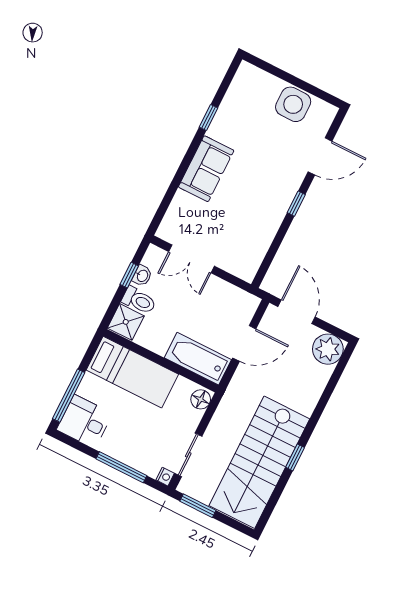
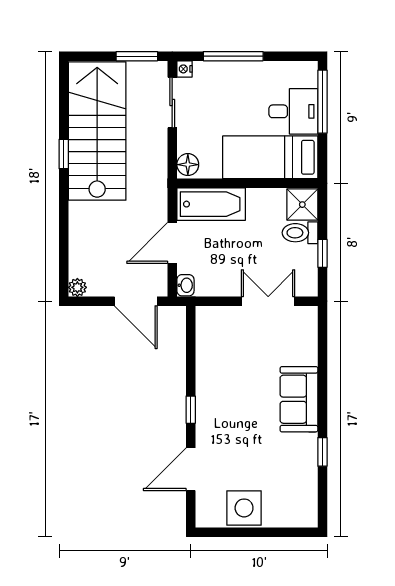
washbasin: (142, 276) -> (185, 285), moved, turned 180
plant: (328, 349) -> (77, 287), width x0.53, depth x0.53
desk: (85, 422) -> (293, 111), moved

